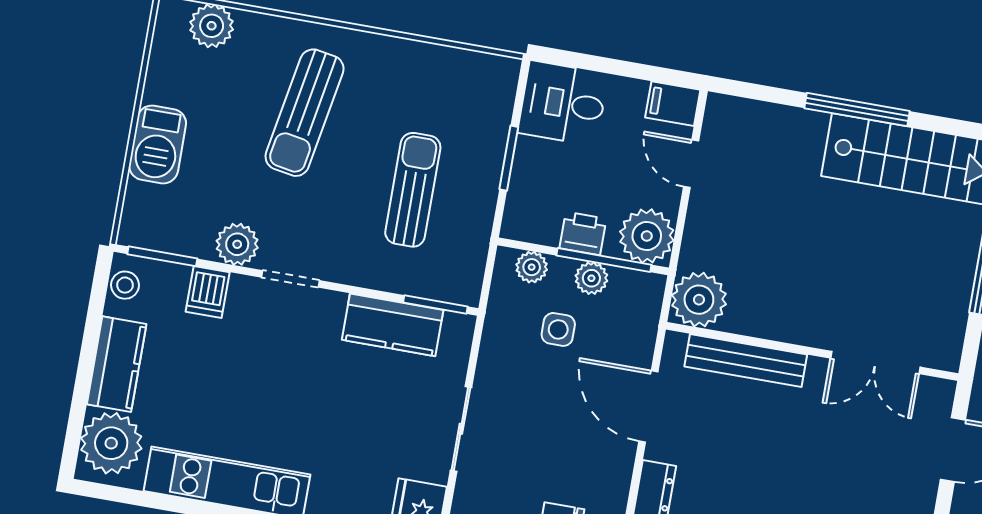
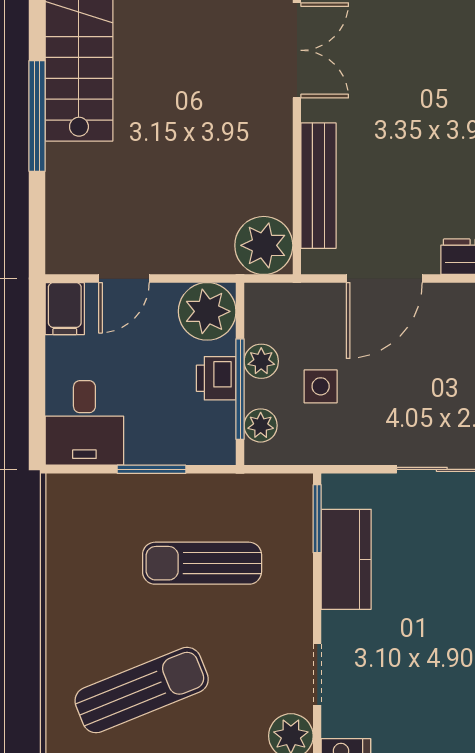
sun lounger: (305, 113) -> (142, 690), turned -32
window: (604, 260) -> (240, 389), moved

